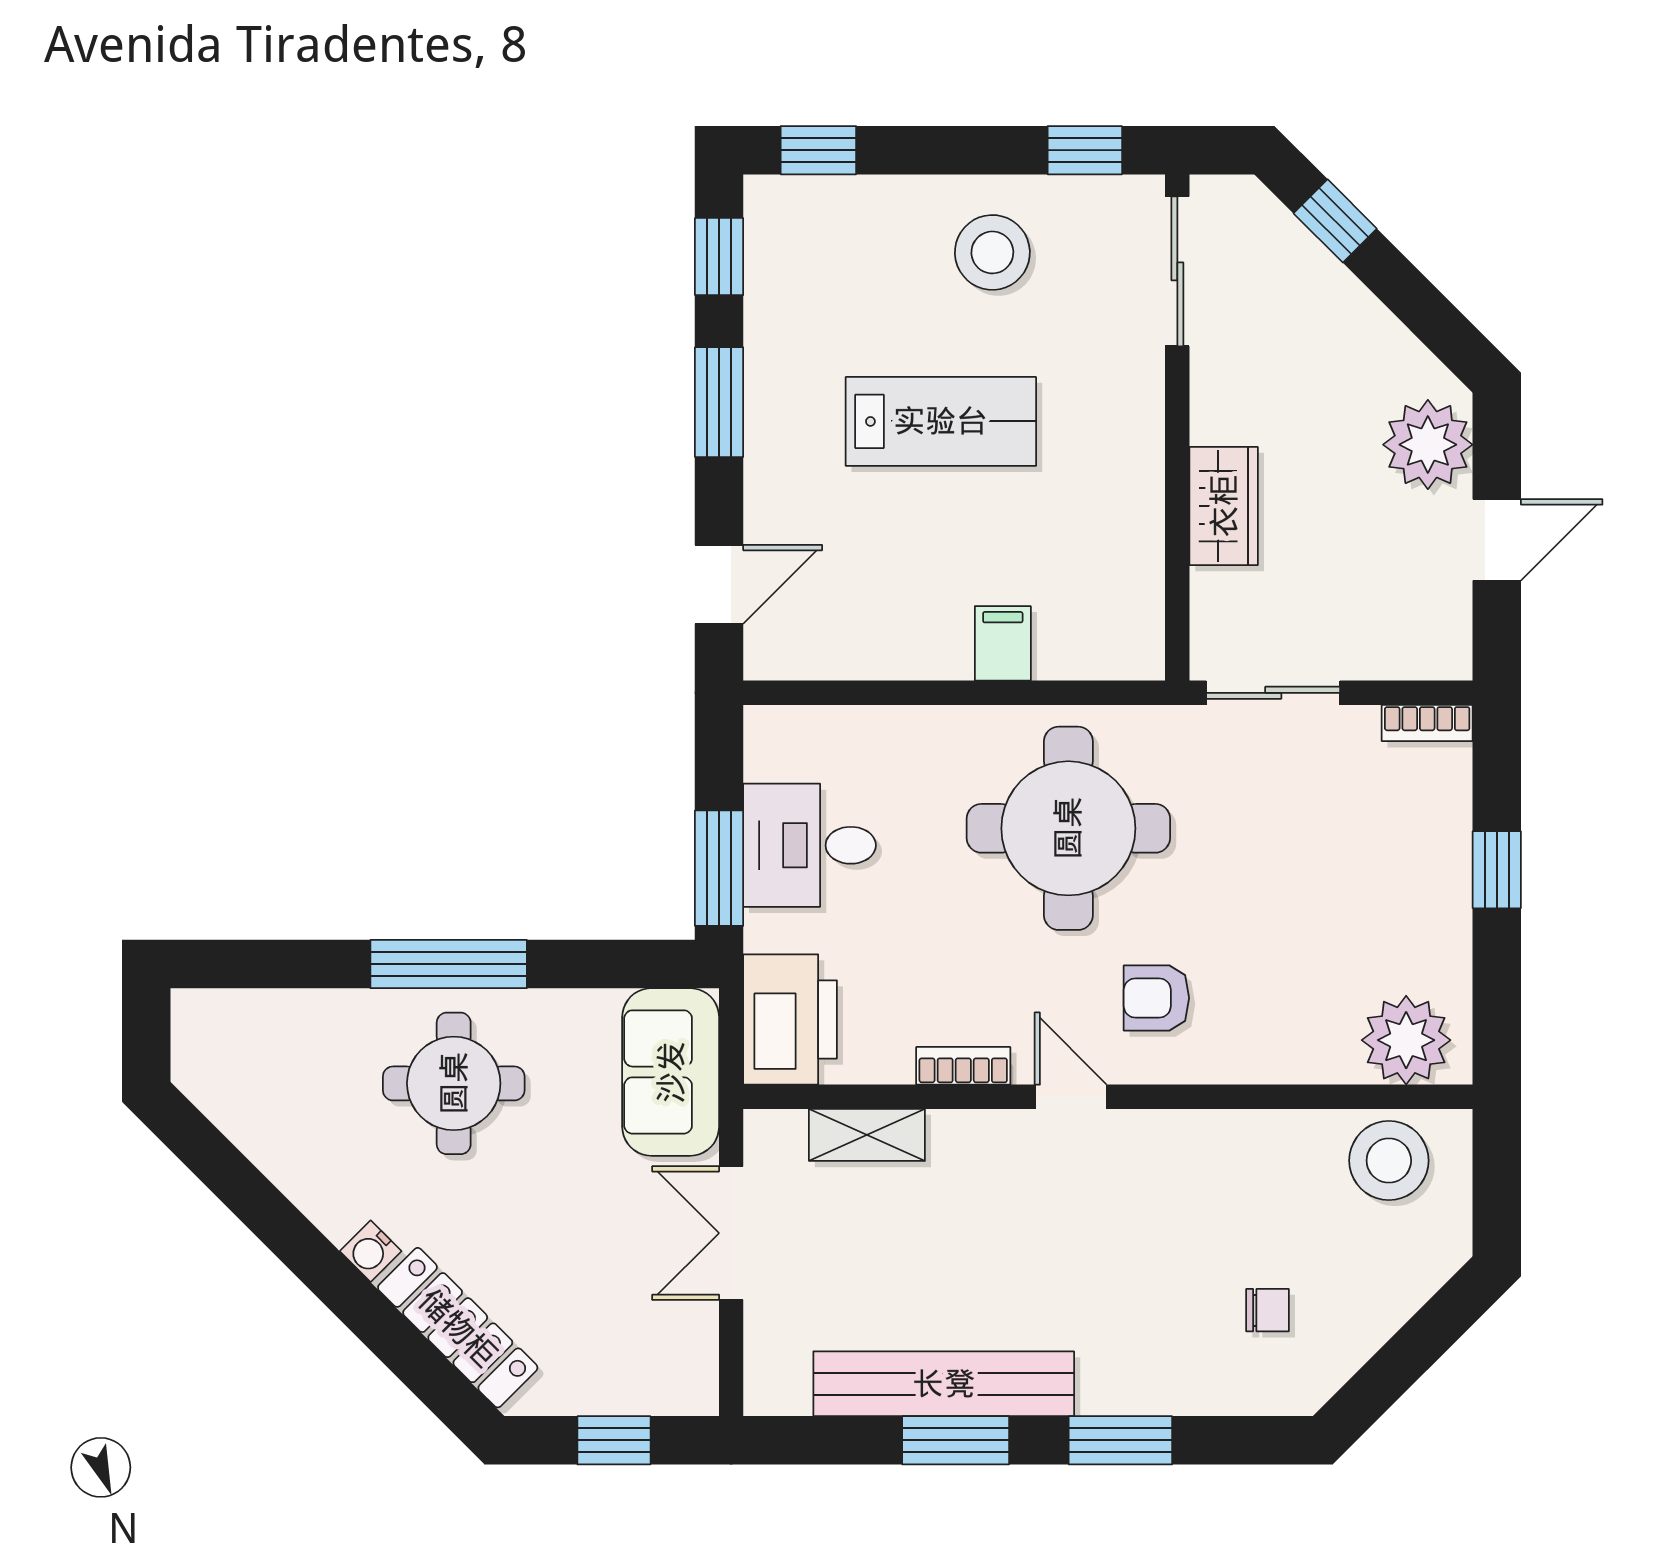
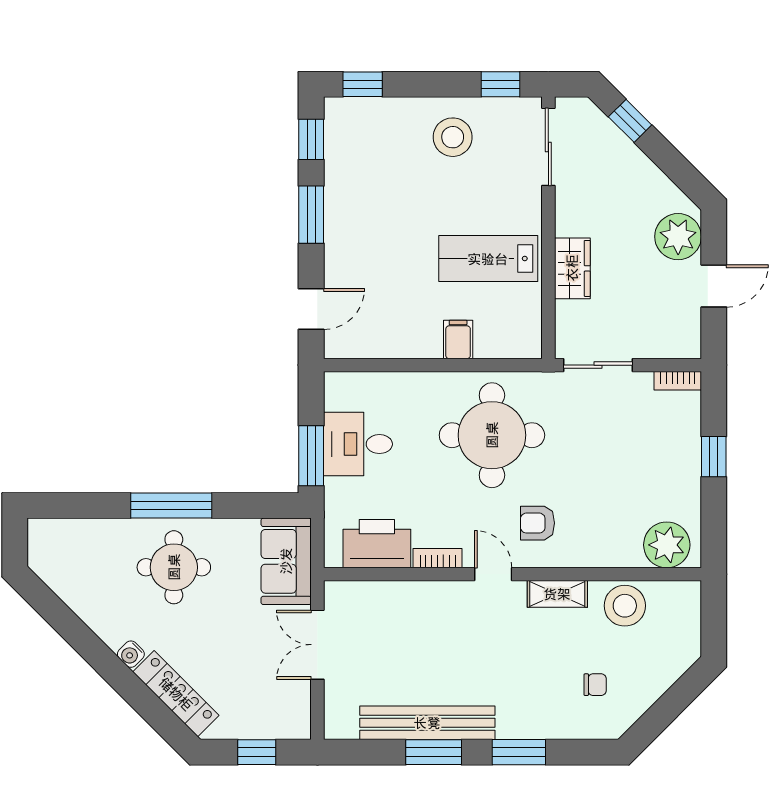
lab bench: (941, 421) -> (488, 259), moved, turned 180
printer: (790, 1019) -> (377, 544), moved, turned -90
shelving: (867, 1135) -> (557, 594), moved
stool: (1389, 1161) -> (625, 606), moved

